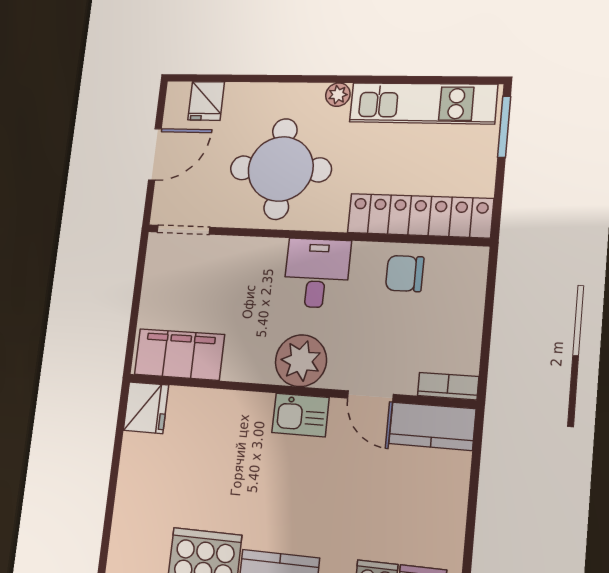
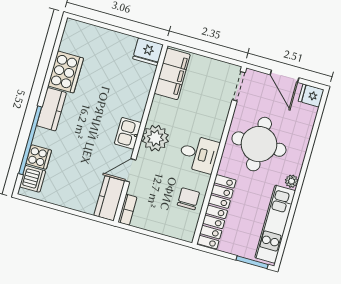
fridge: (206, 101) -> (311, 95), moved

